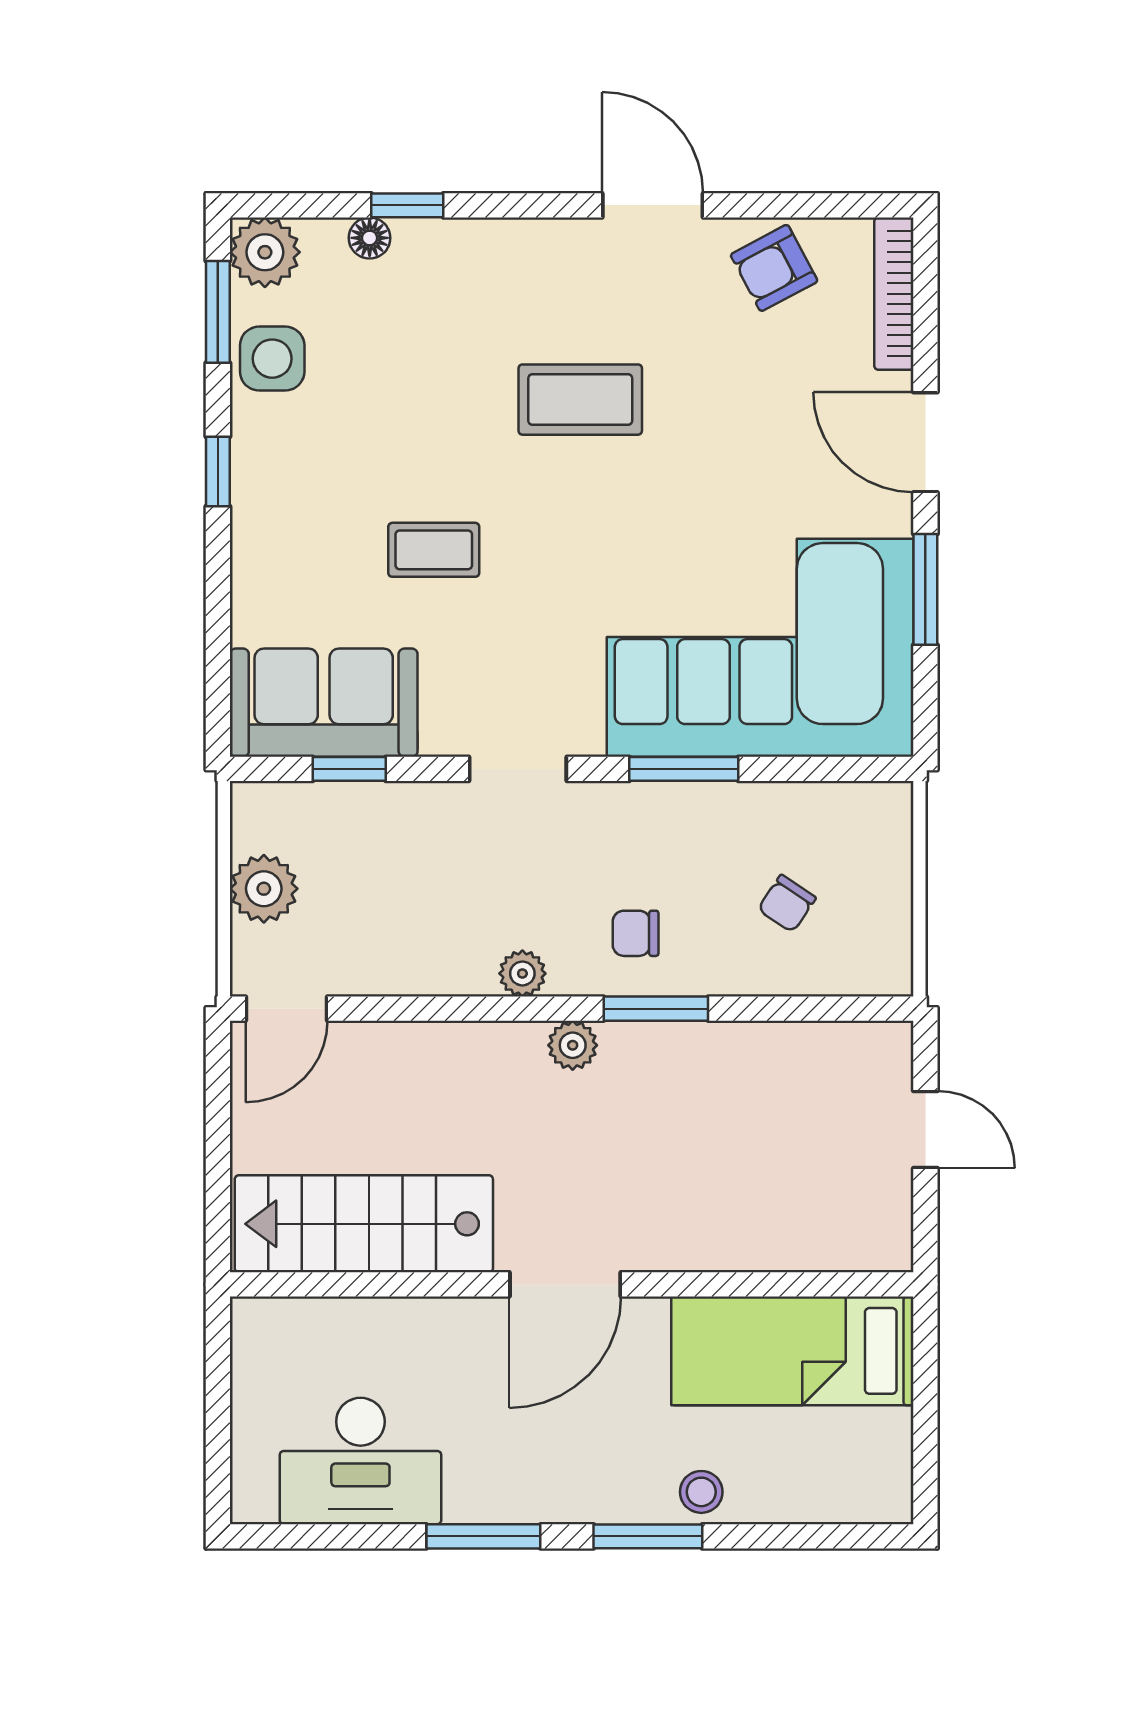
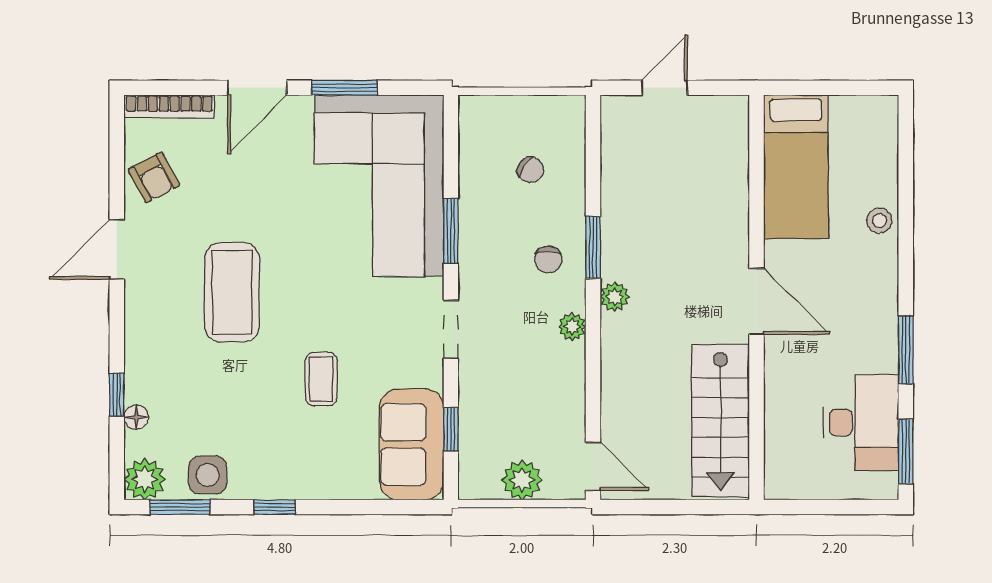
coffee table: (580, 400) -> (232, 292), width x1.36, depth x1.32
window: (648, 1536) -> (906, 451), moved

